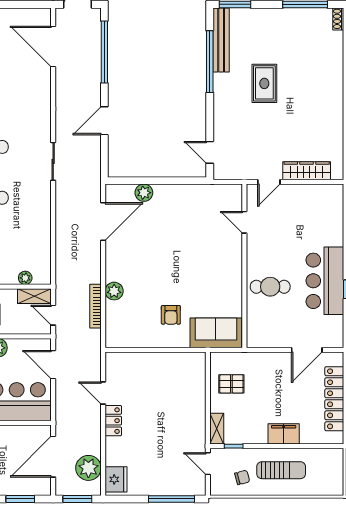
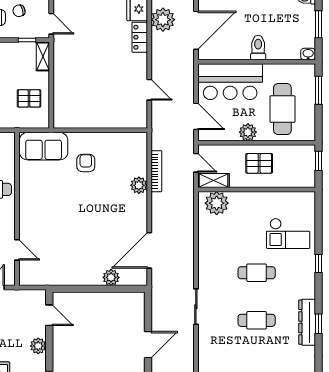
plant: (222, 120) -> (38, 346), added
plant: (25, 278) -> (217, 203), width x1.88, depth x1.88
locker: (113, 421) -> (140, 37), moved

